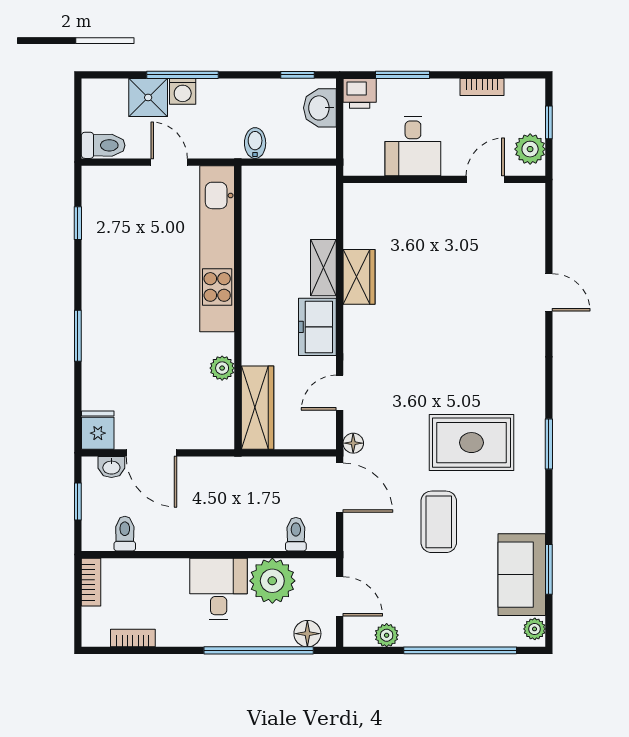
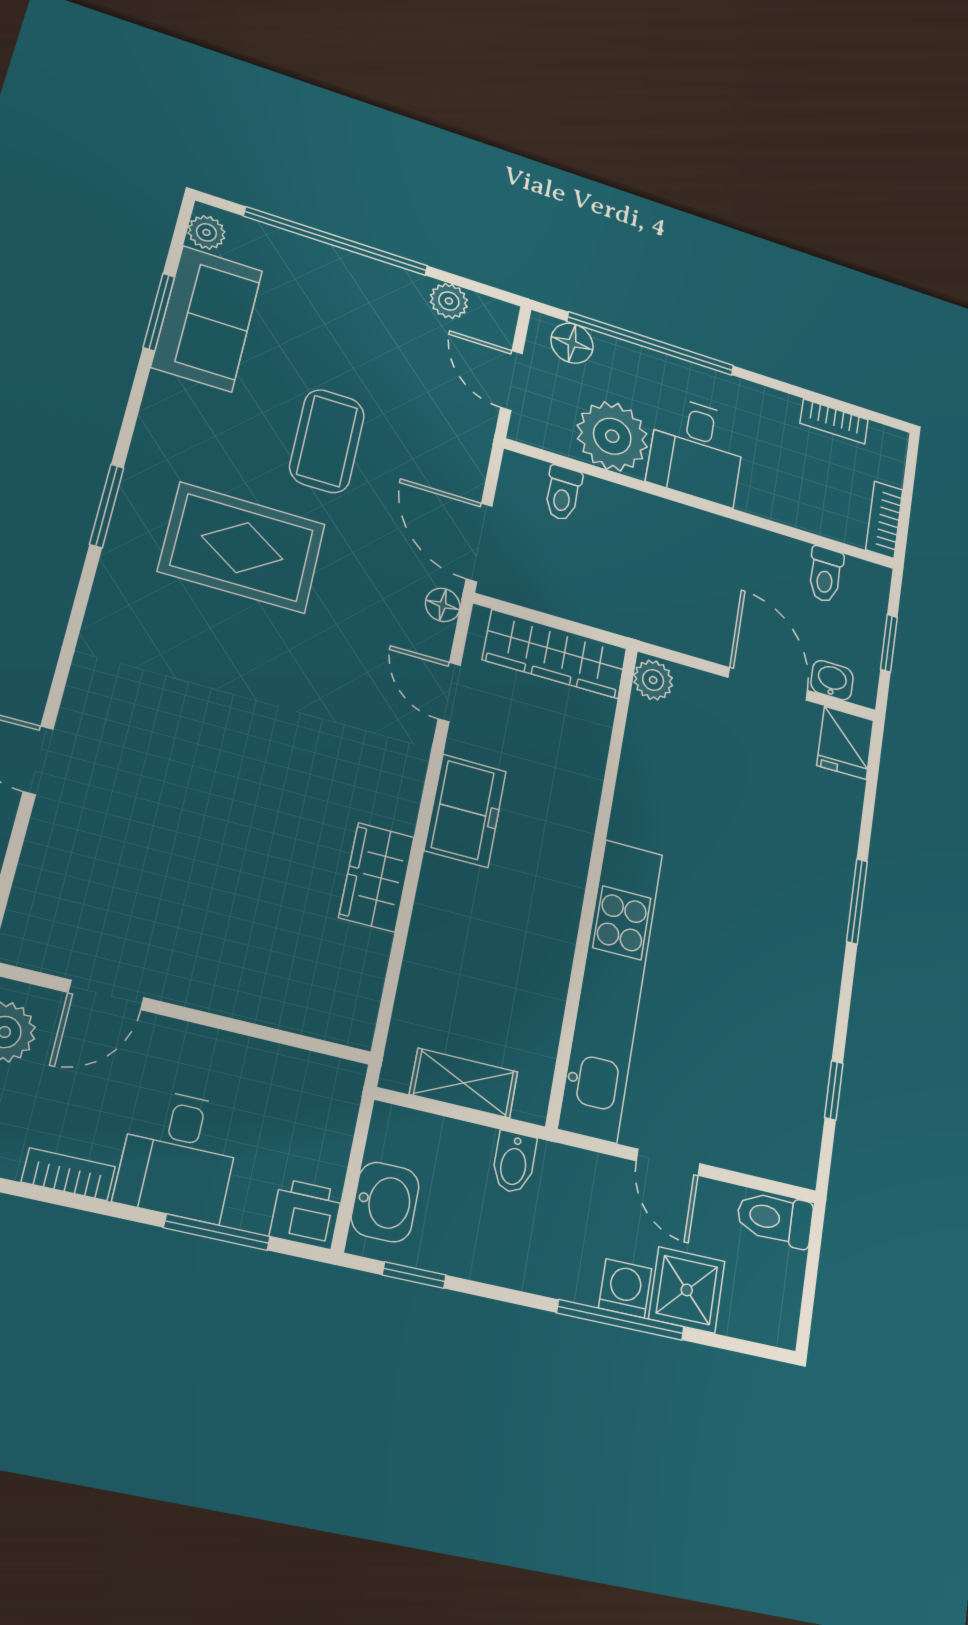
desk: (413, 146) -> (179, 1155), moved, turned 180
shelving: (323, 268) -> (464, 1083), moved, turned 90
plant: (222, 368) -> (653, 680), moved
door: (340, 393) -> (449, 692), swing flipped
wardrobe: (257, 408) -> (555, 654), moved, turned -90

